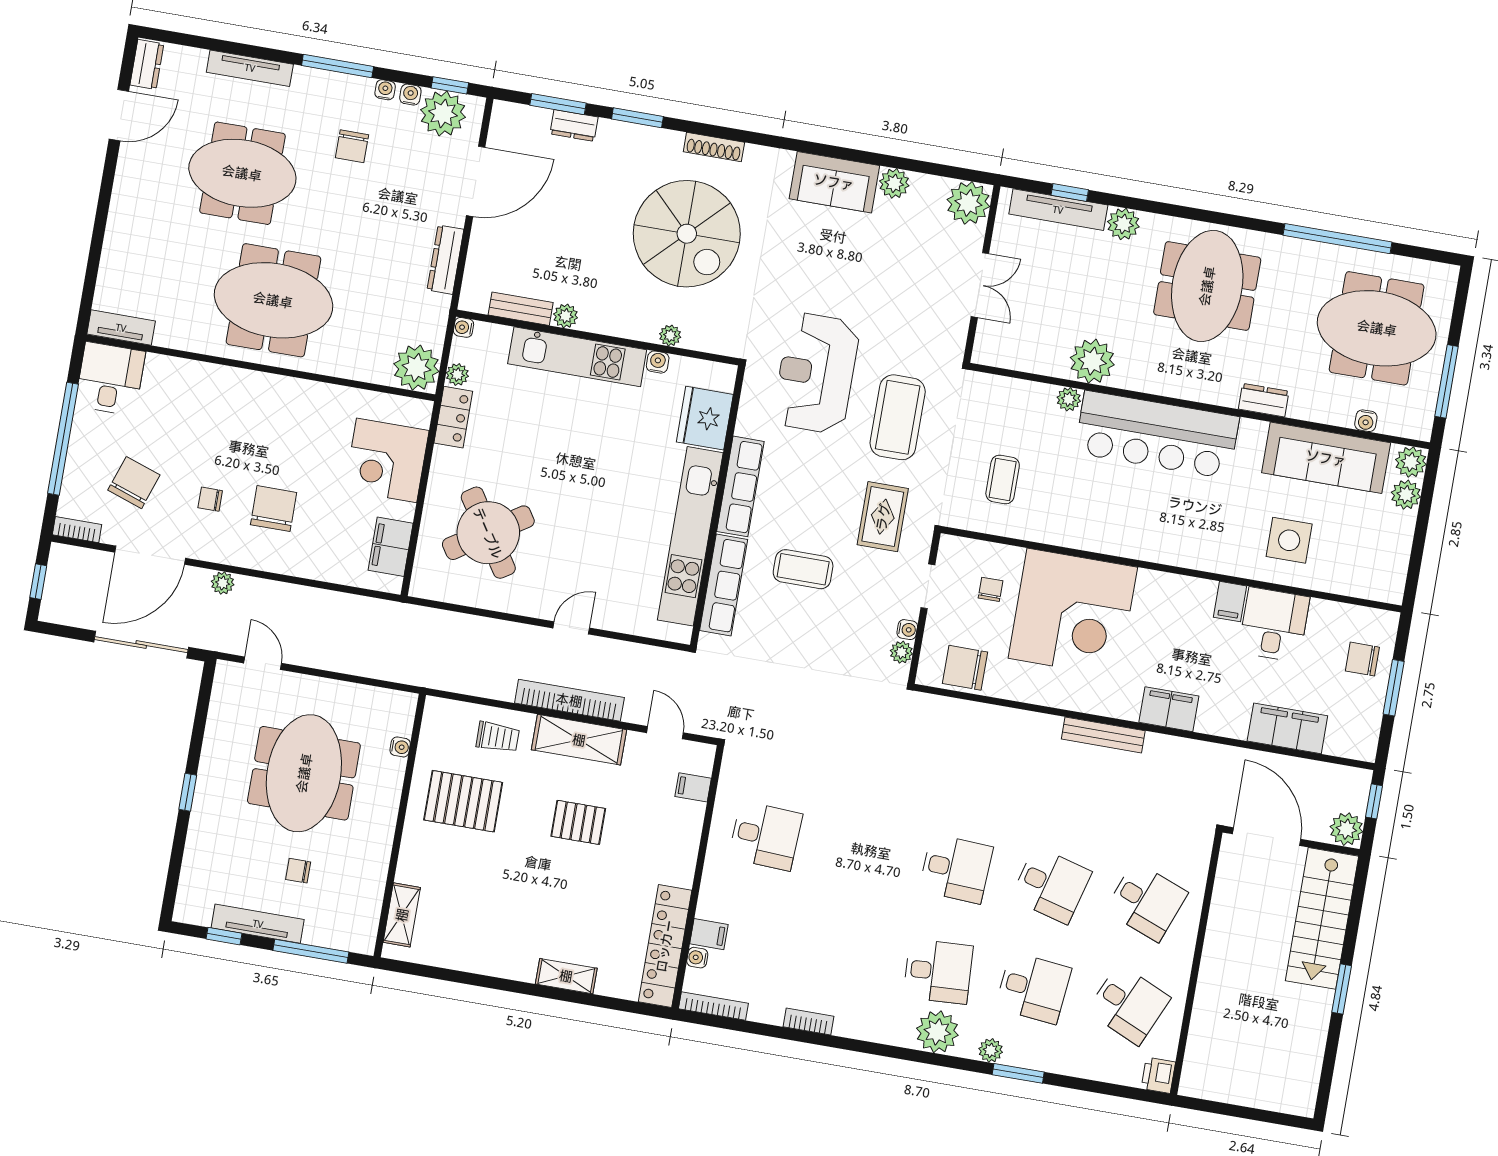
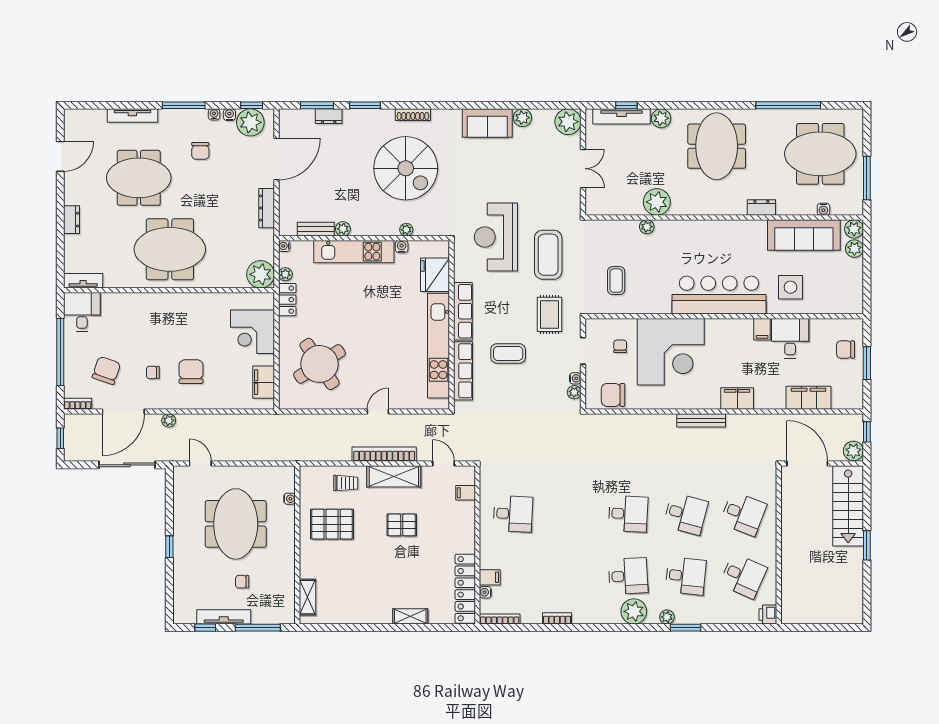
dresser: (147, 64) -> (72, 220), moved
bar counter: (1157, 435) -> (719, 295), moved, turned 180

